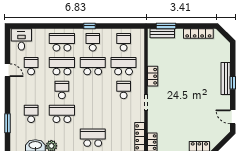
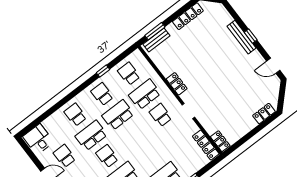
window: (89, 26) -> (103, 71), moved
school desk: (62, 42) -> (75, 115), width x0.54

